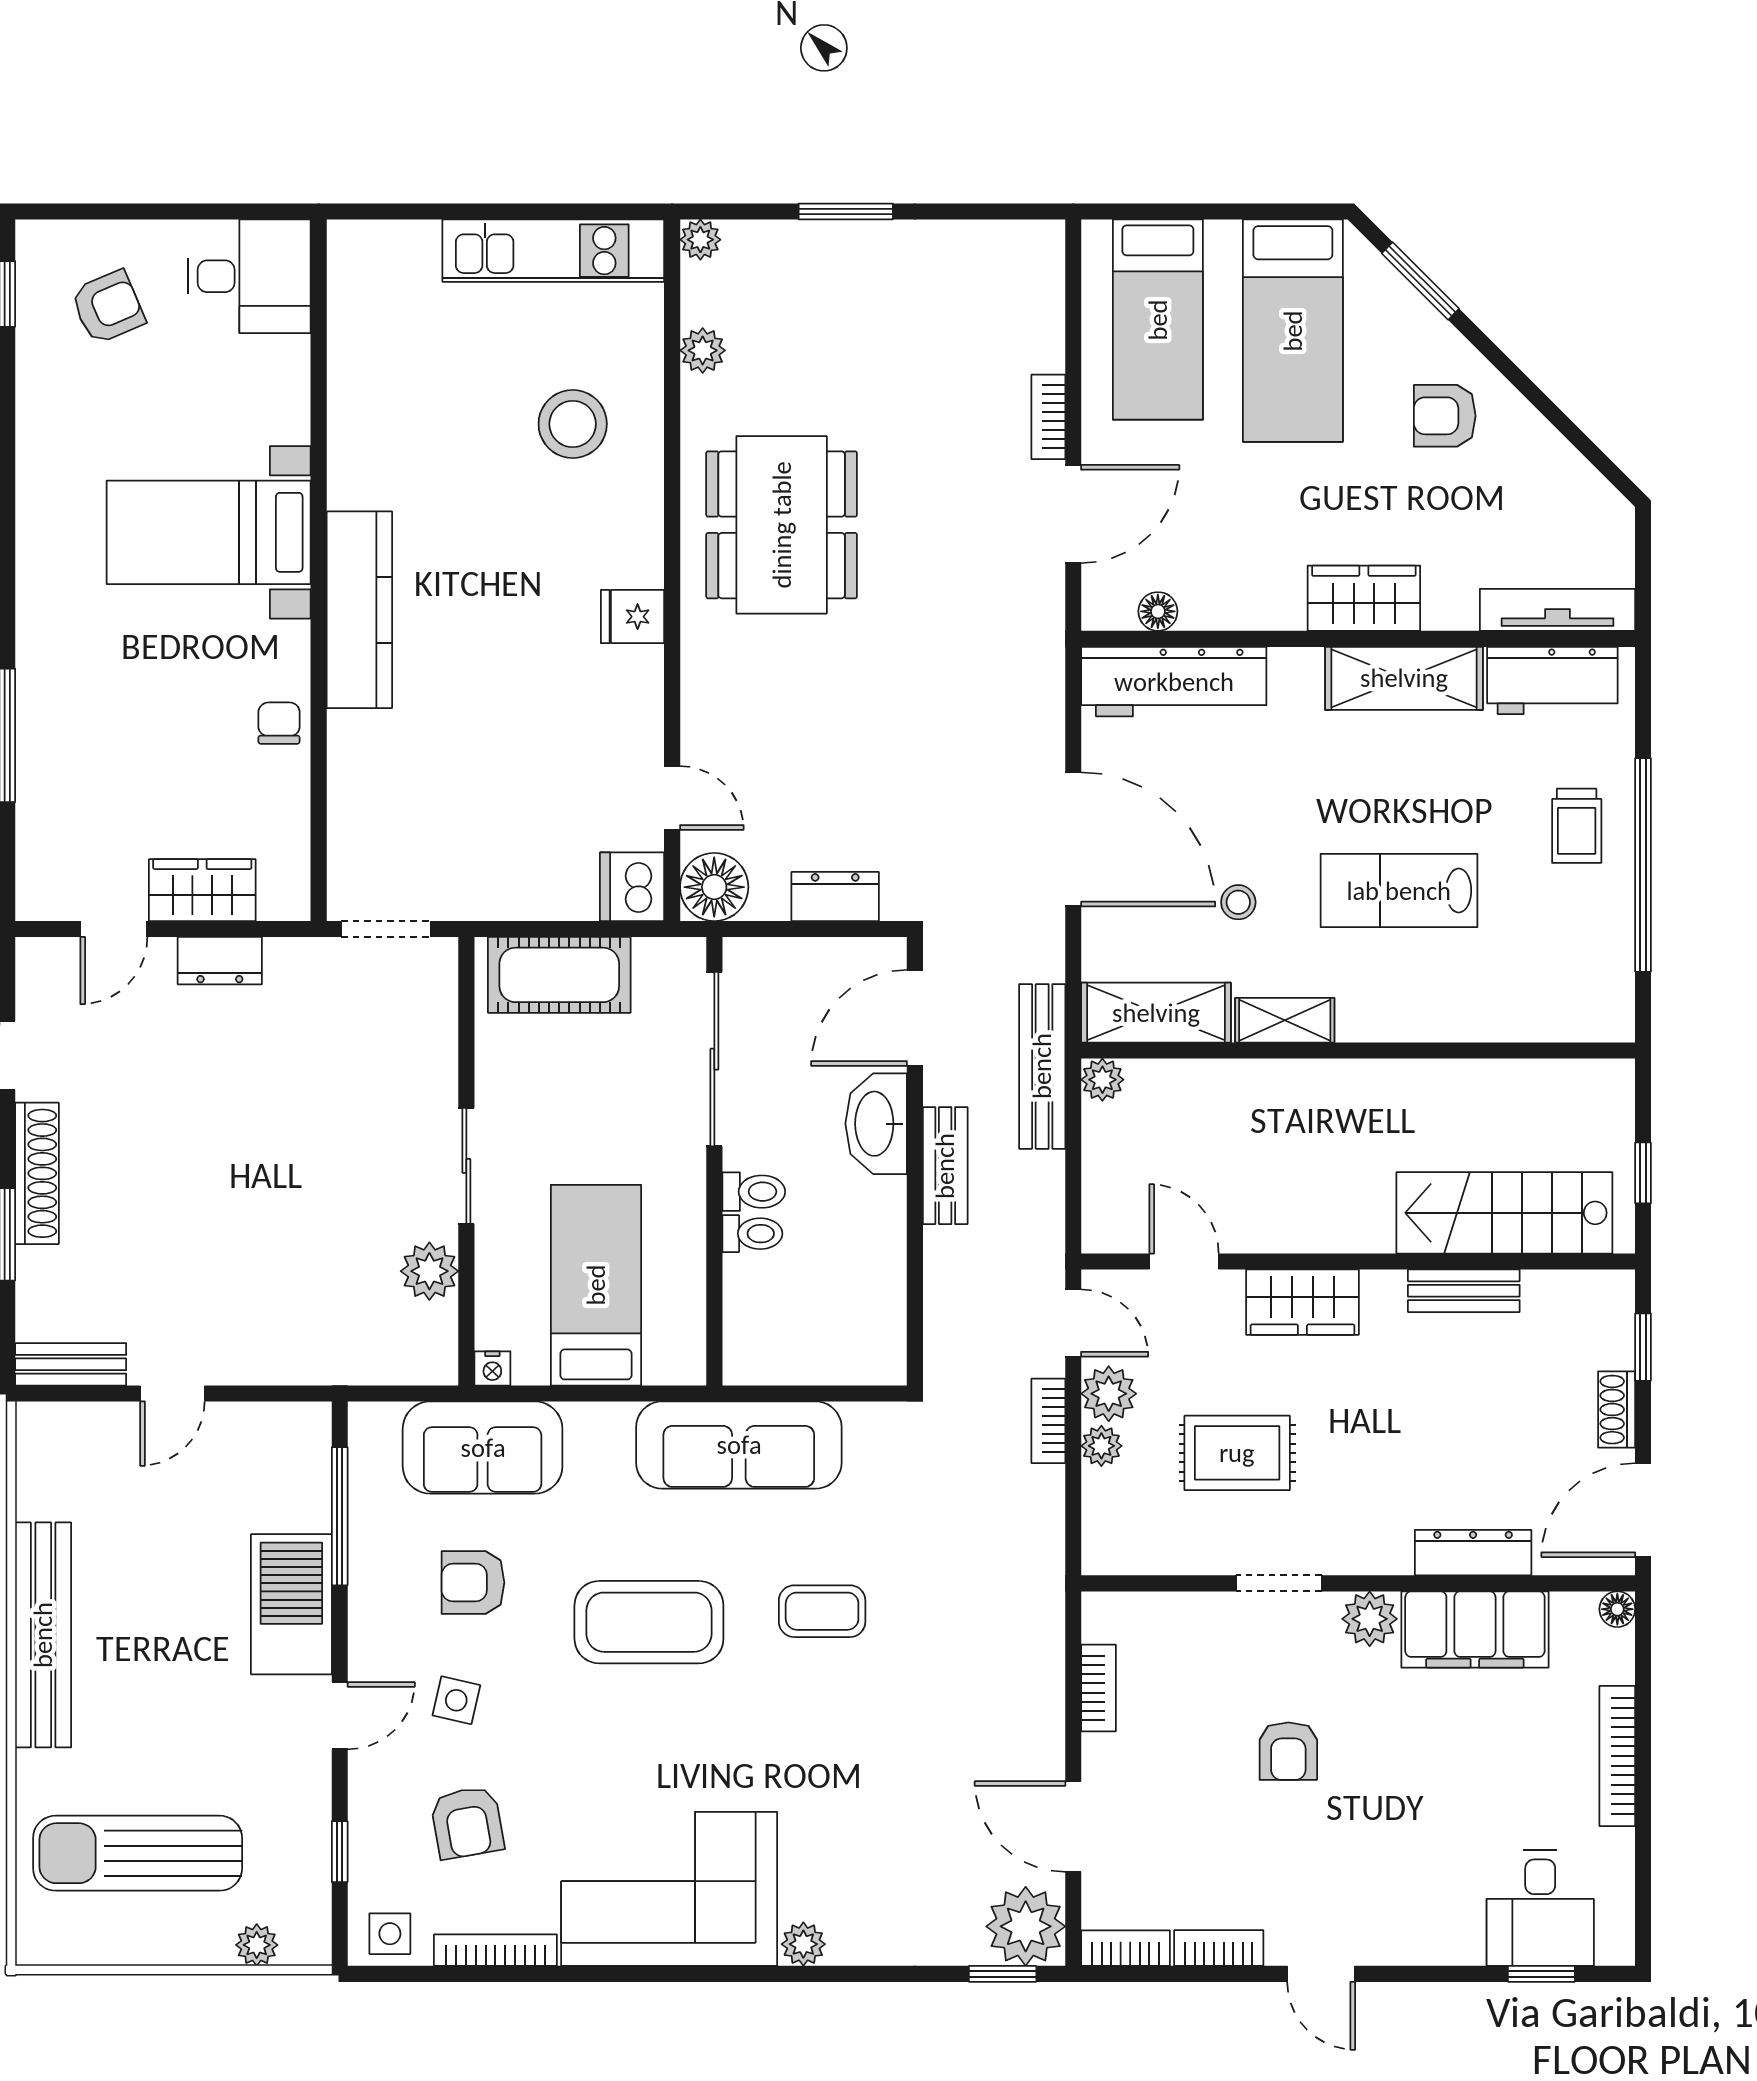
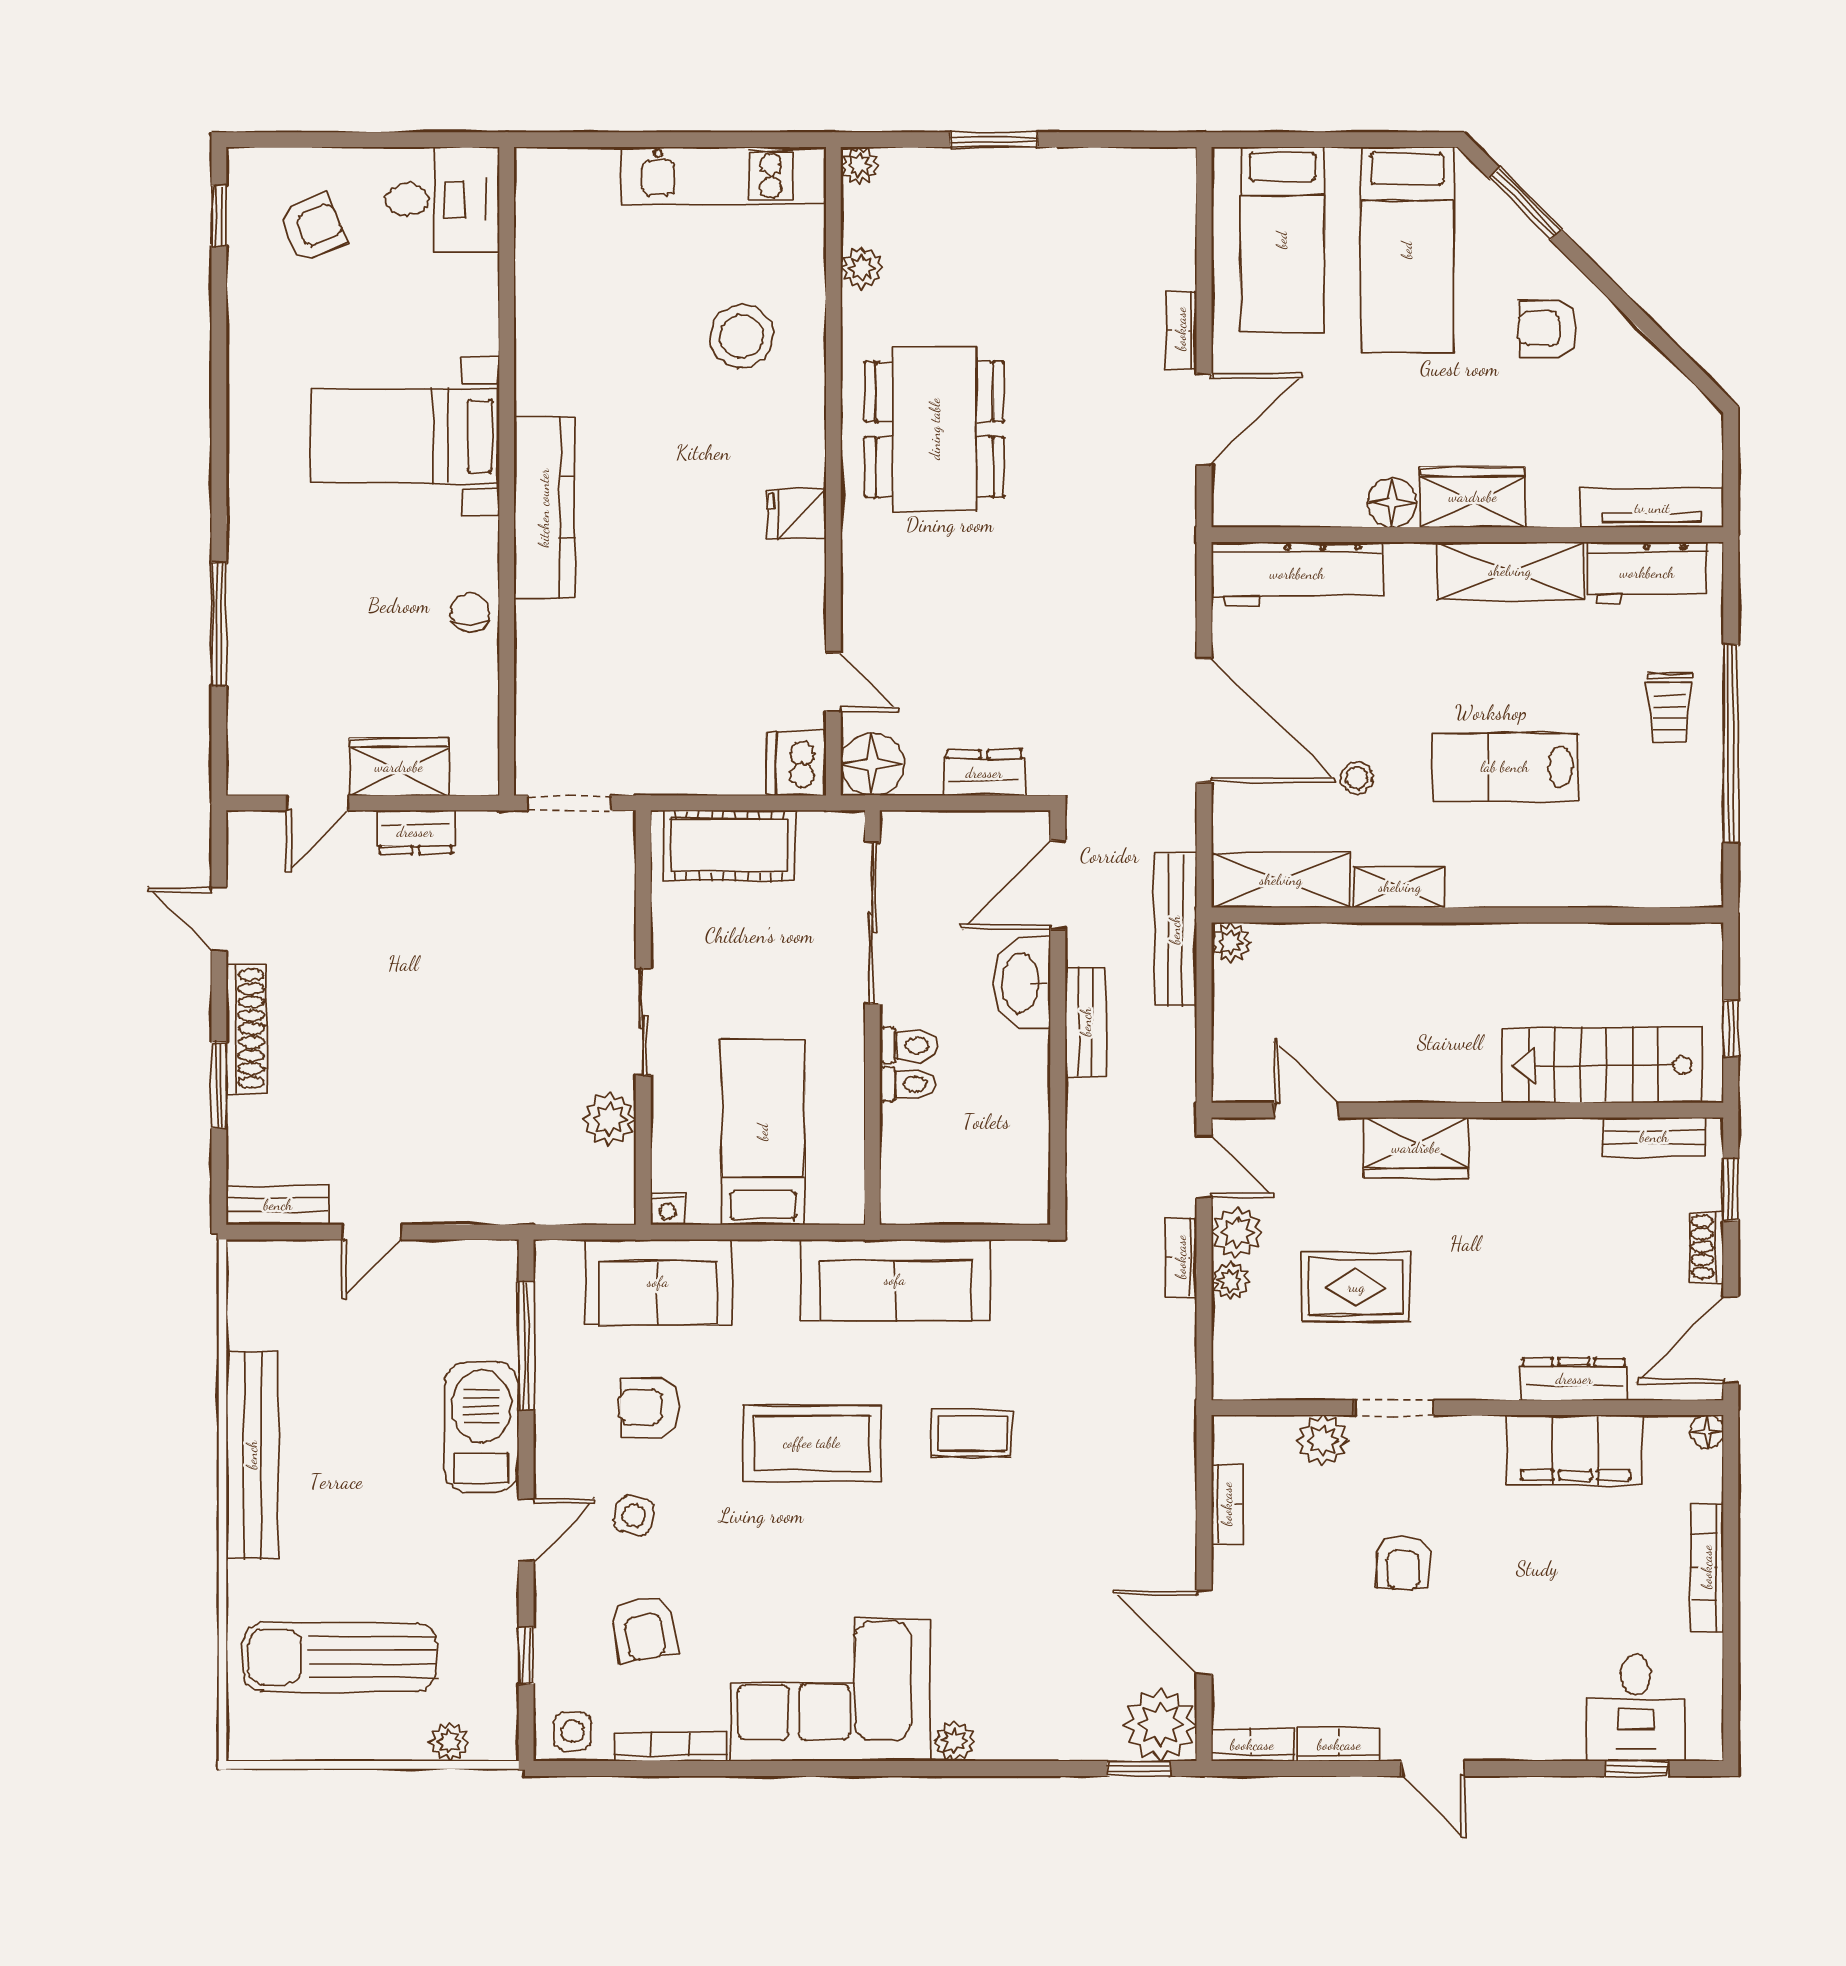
floor lamp: (1158, 611) -> (1392, 503), moved, width x1.37, depth x1.37
bench: (1464, 1291) -> (1654, 1137), moved
plant: (1370, 1619) -> (1323, 1440), moved

